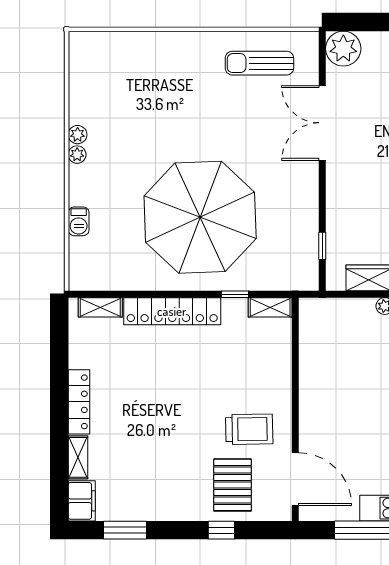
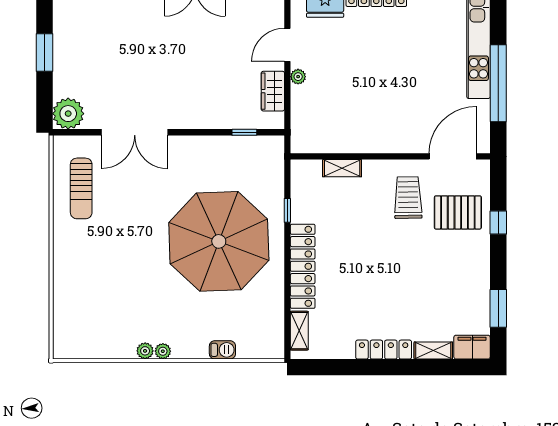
shelving: (270, 307) -> (342, 168), moved, turned 90

